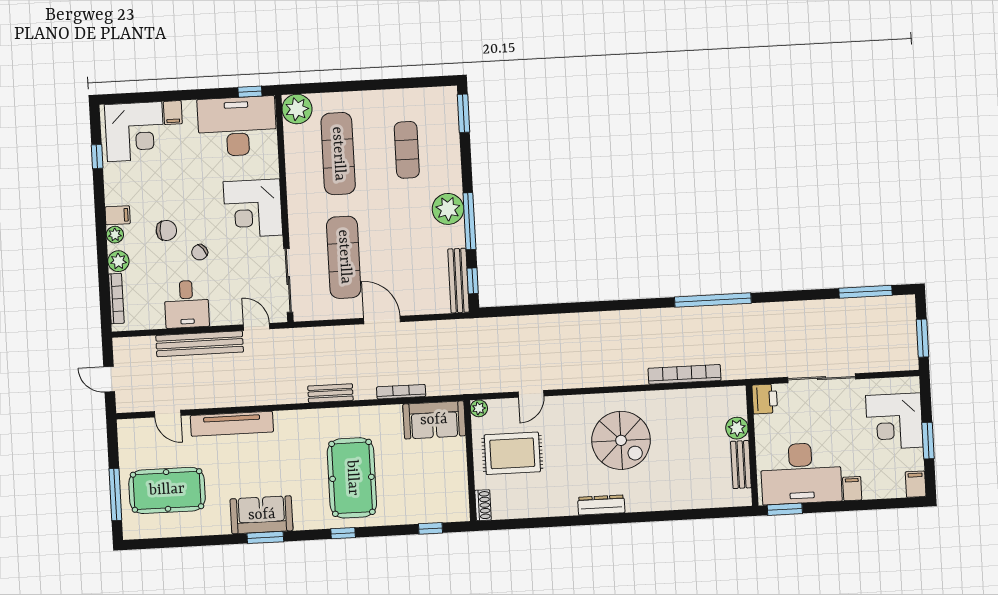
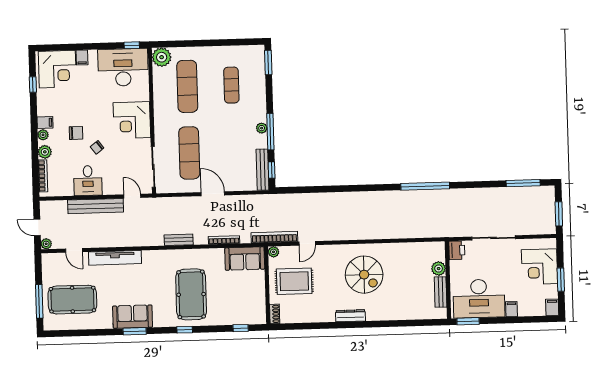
plant: (448, 209) -> (262, 128), width x0.53, depth x0.53
bookcase: (685, 374) -> (274, 237), moved
plant: (124, 404) -> (46, 244), added

